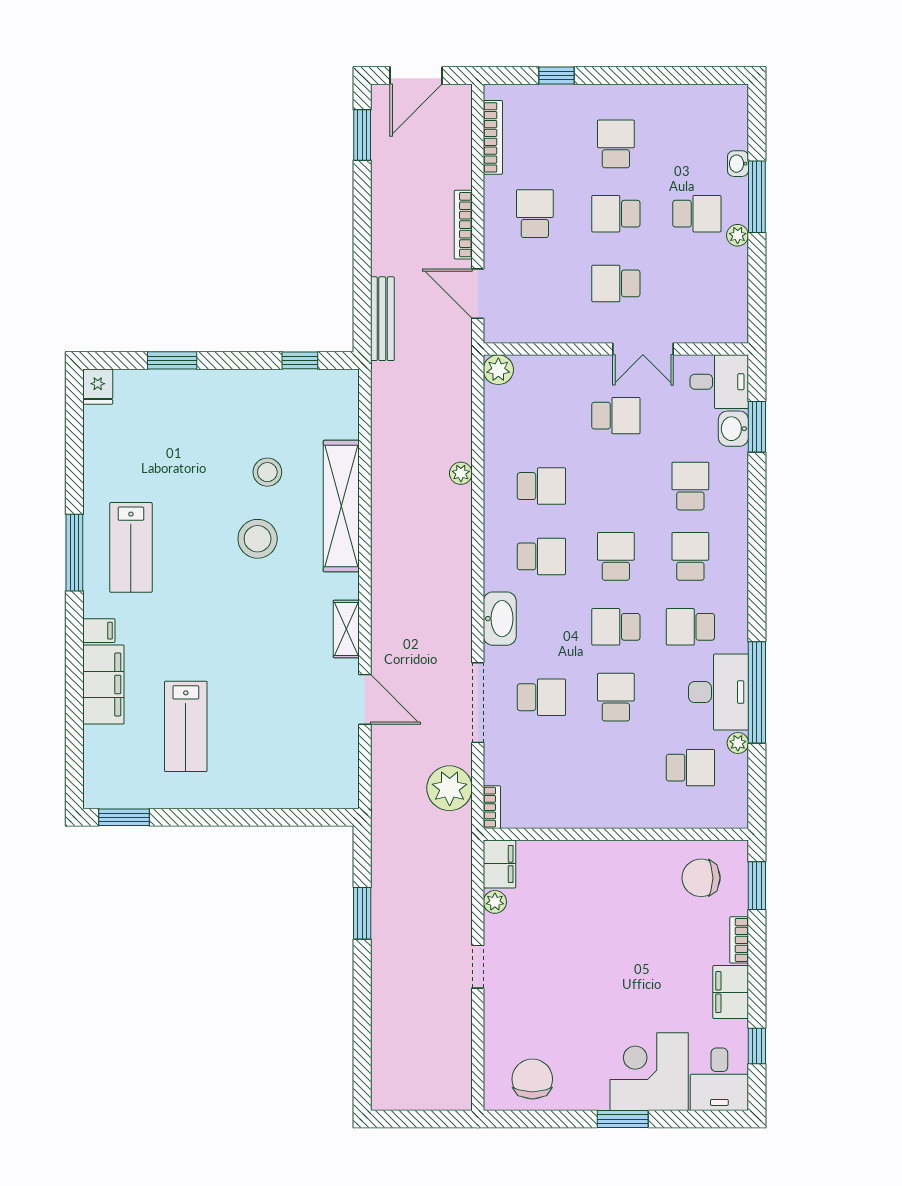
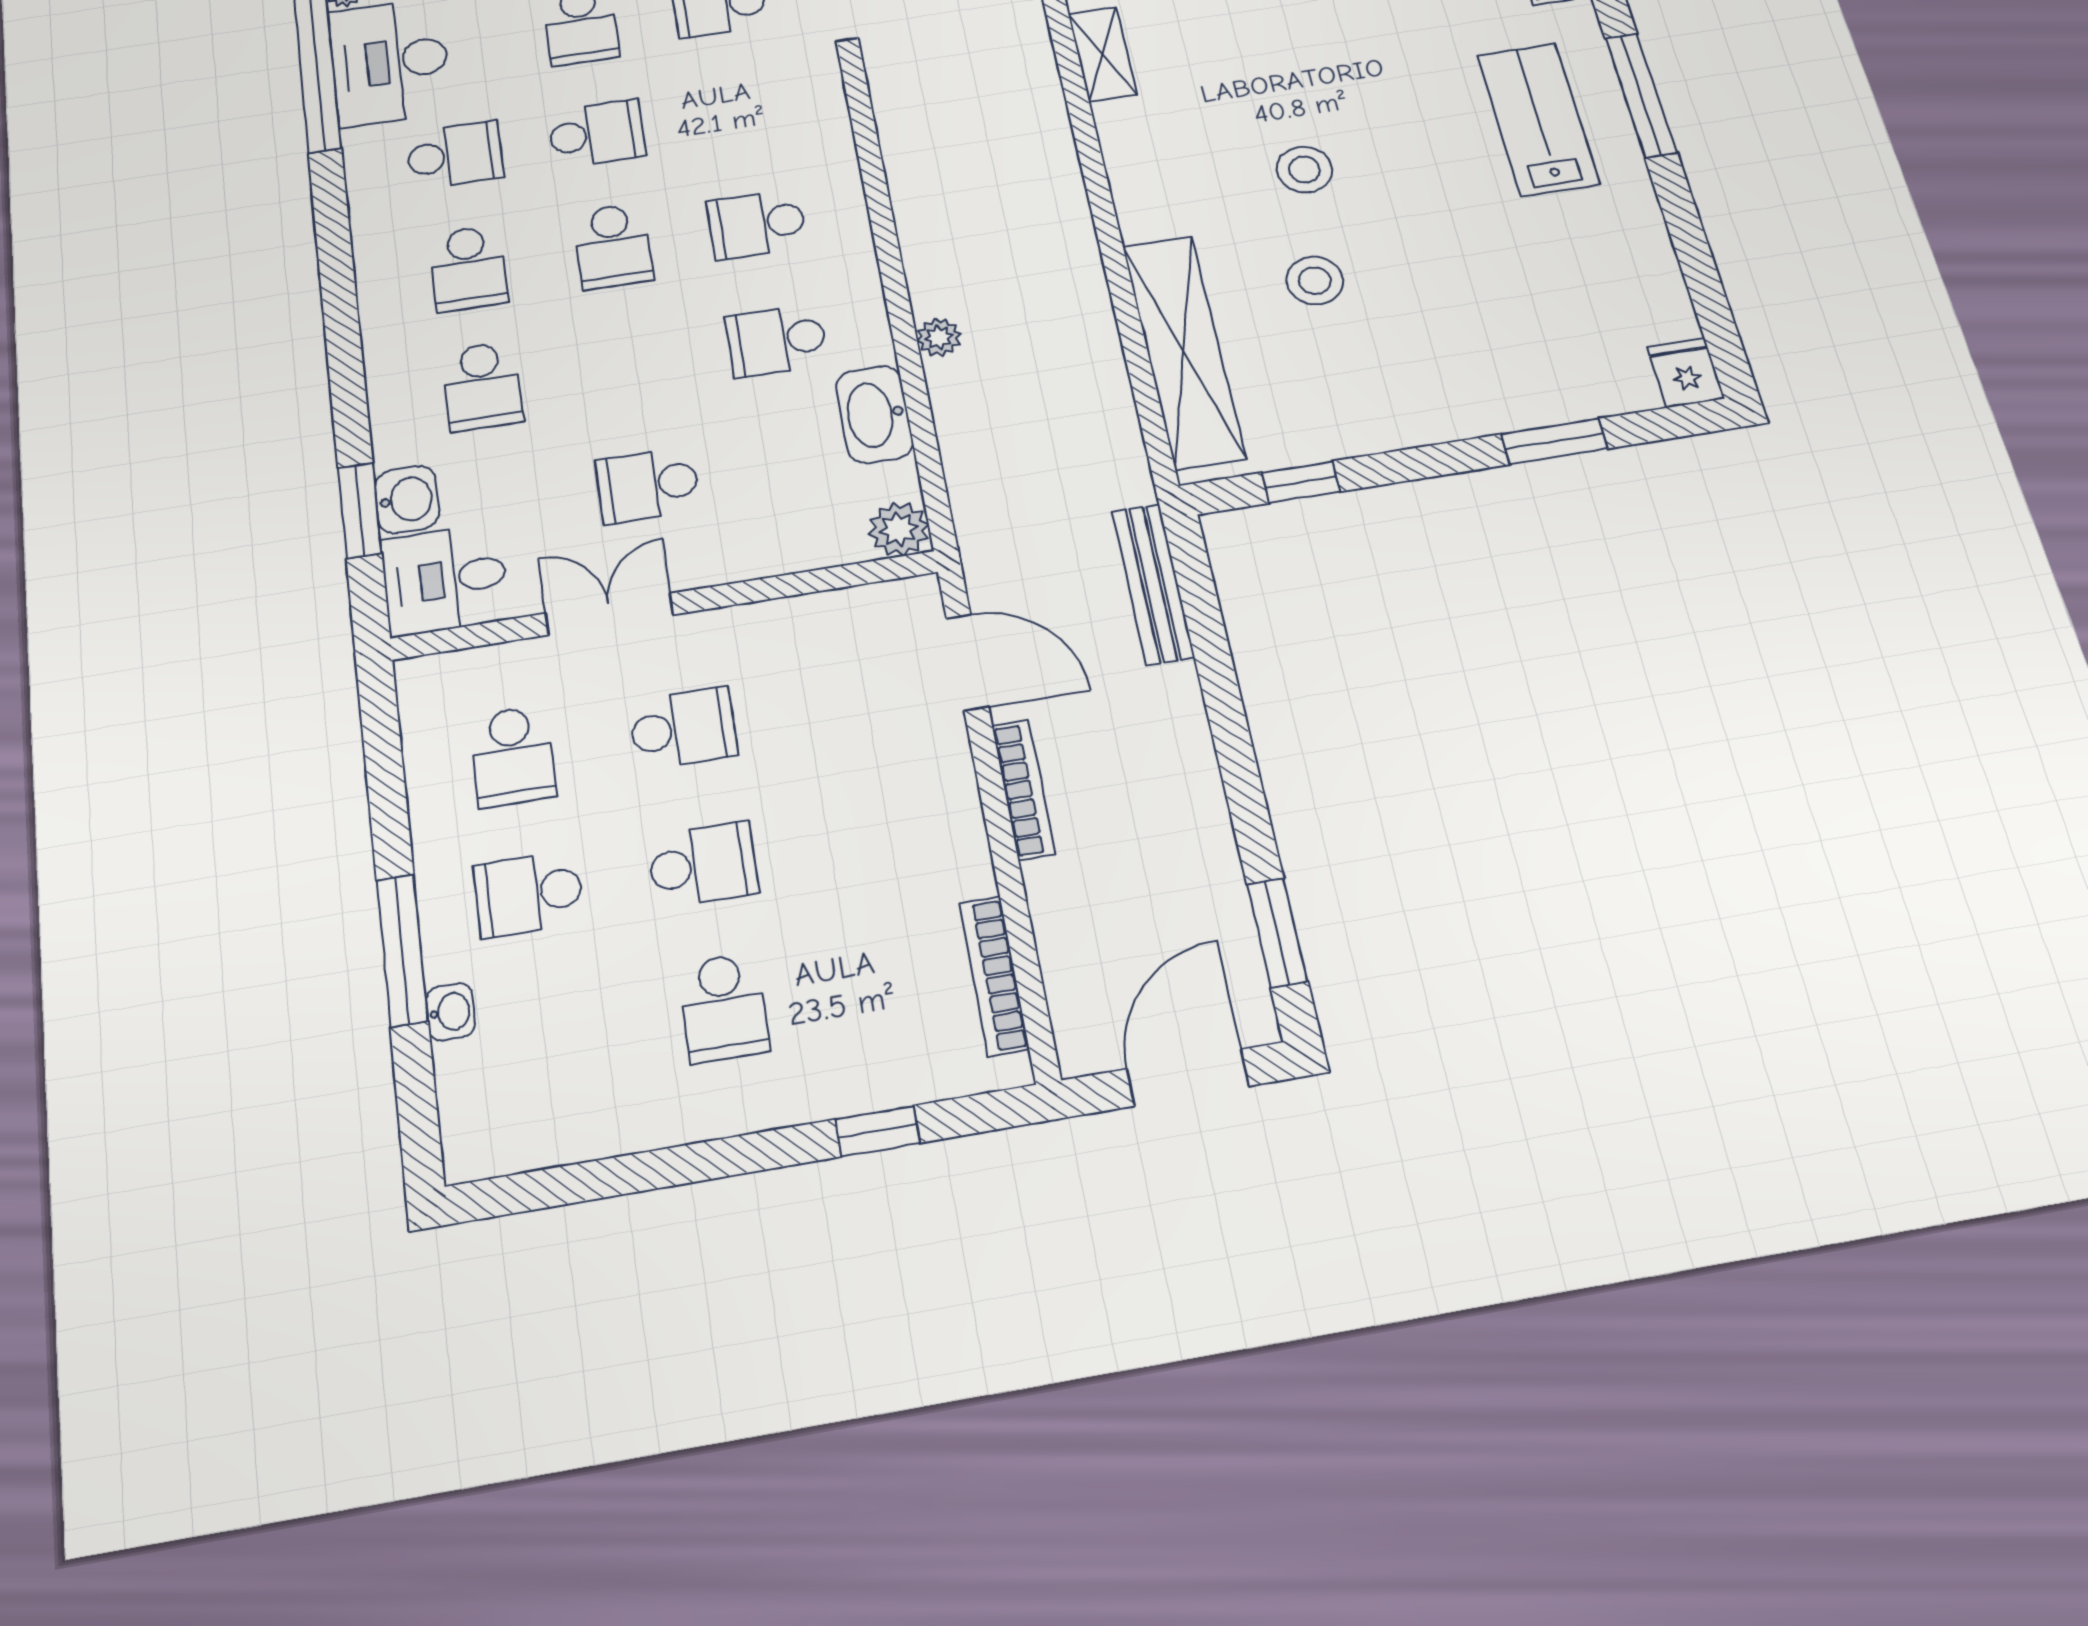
school desk: (535, 214) -> (513, 756), moved
plant: (738, 235) -> (436, 865), removed
shelving: (341, 506) -> (1184, 351), moved
stool: (258, 539) -> (1304, 170), width x0.73, depth x0.73
washbasin: (500, 619) -> (874, 414), moved

